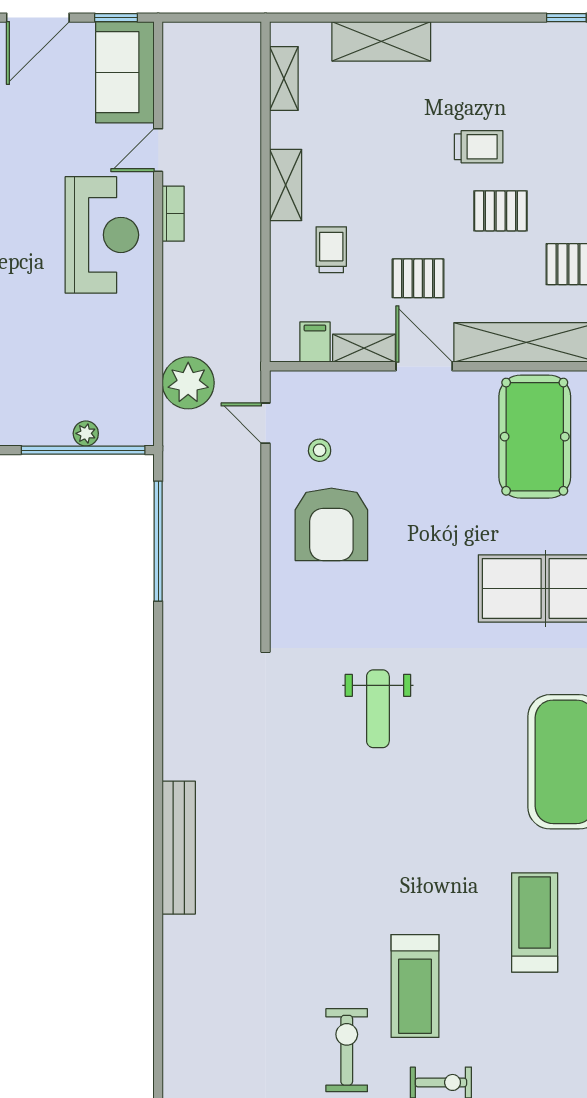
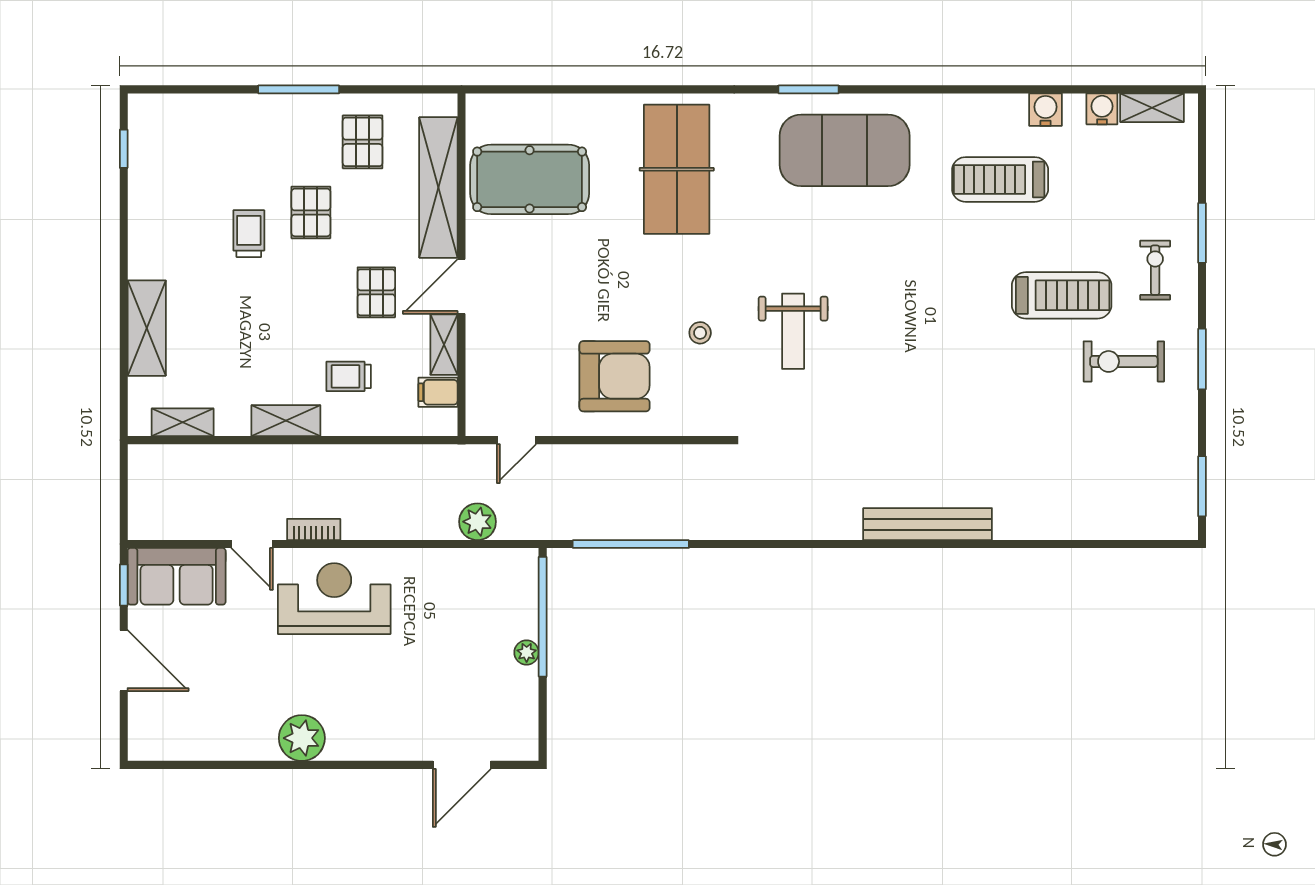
plant: (188, 383) -> (477, 522), width x0.73, depth x0.73
plant: (86, 433) -> (527, 653), moved
stool: (320, 450) -> (700, 333), moved
weight bench: (378, 709) -> (793, 331), turned 90

